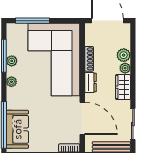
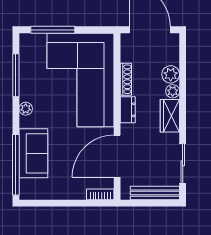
plant: (12, 61) -> (26, 82), removed
door: (82, 118) -> (117, 156), swing flipped
sofa: (17, 129) -> (33, 153), moved

